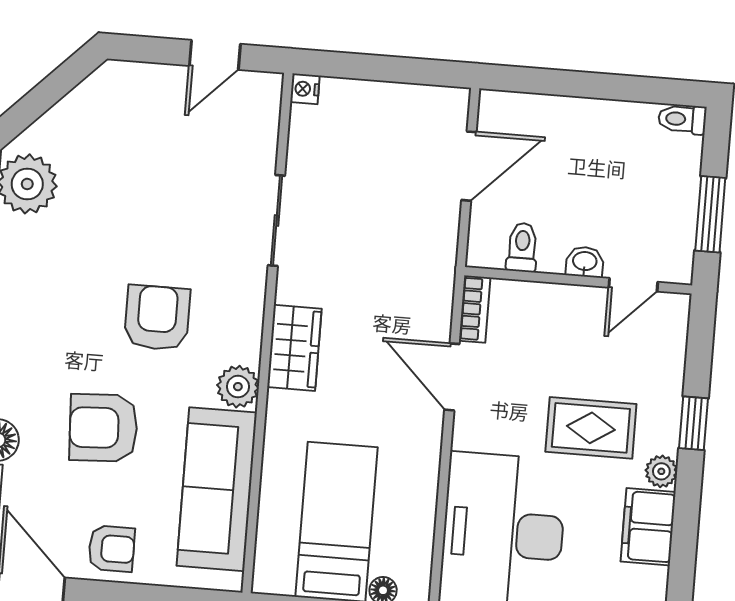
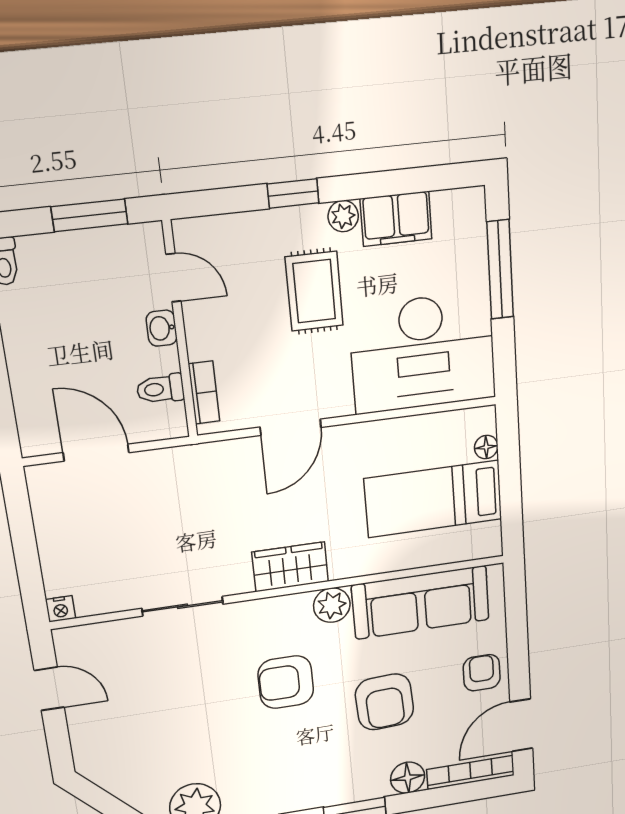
bookcase: (475, 309) -> (204, 393), moved, turned 90

